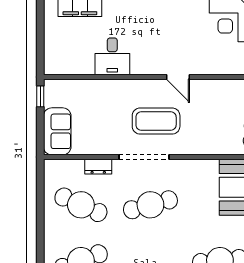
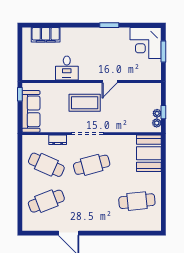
door: (178, 77) -> (110, 82), hinge flipped
coffee table: (156, 121) -> (85, 103), moved
sofa: (57, 131) -> (31, 111), width x1.36

